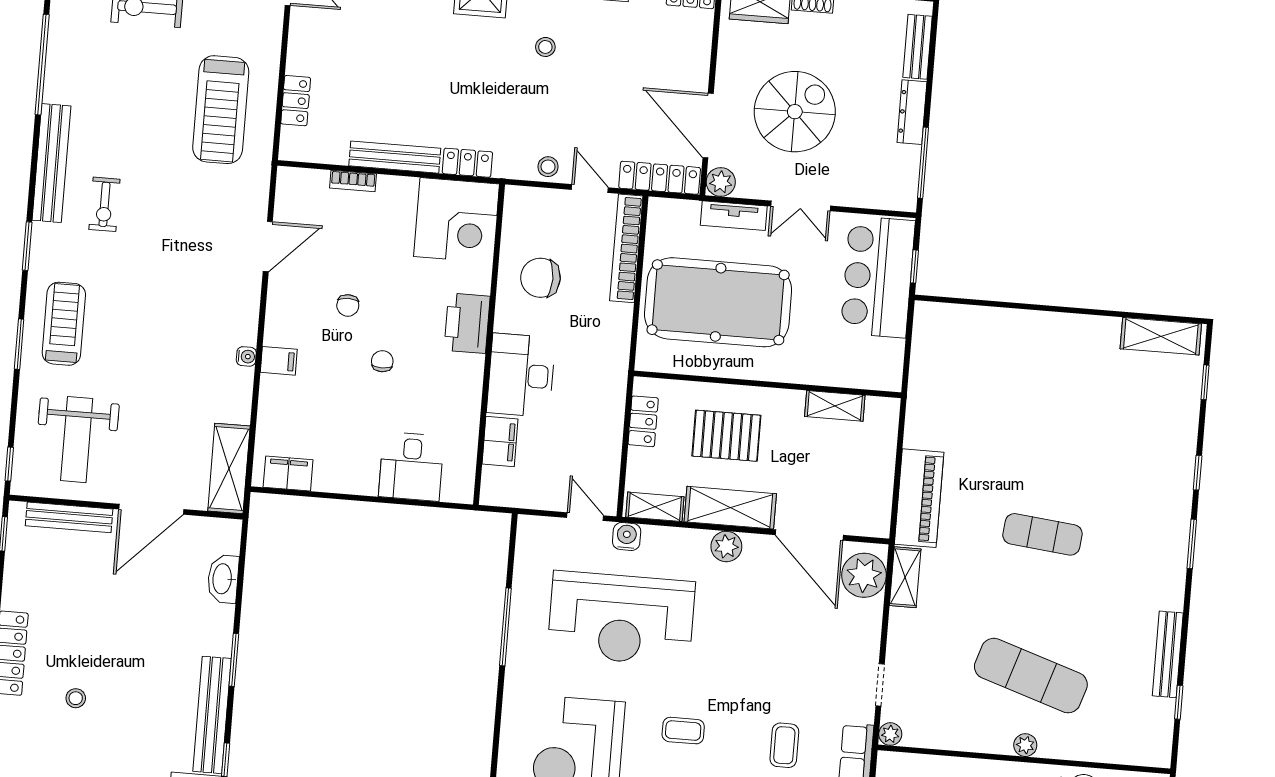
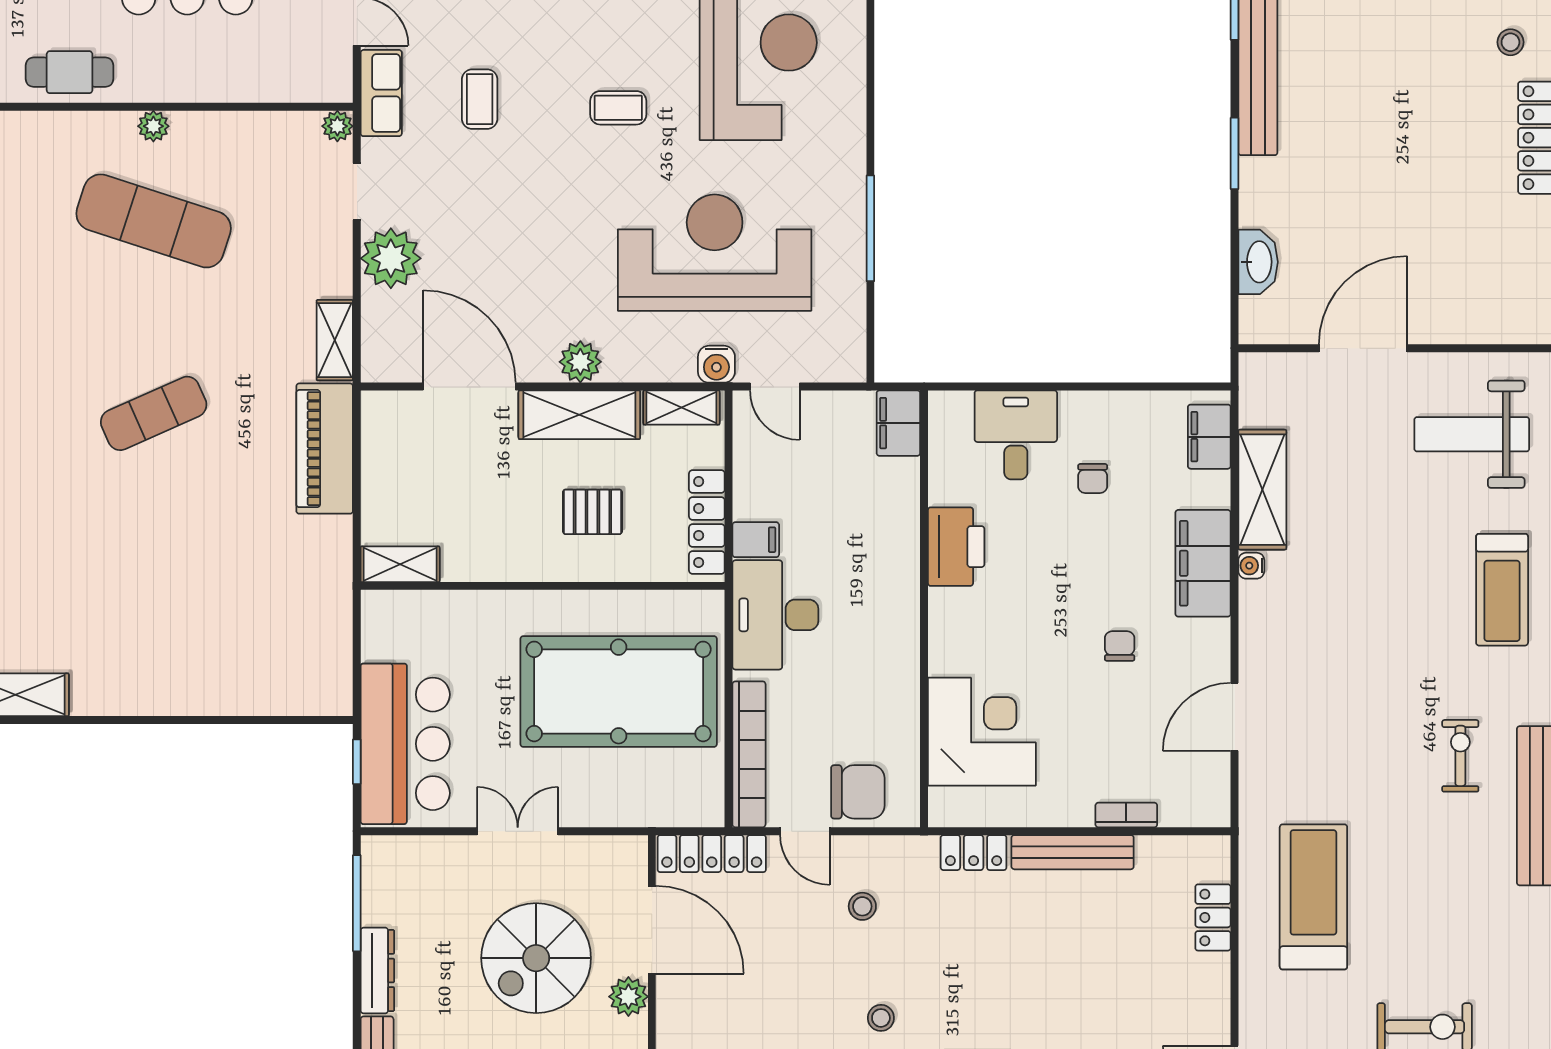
stool: (548, 167) -> (862, 906), moved
plant: (721, 182) -> (628, 997), moved
tv unit: (734, 216) -> (607, 810), removed
corner desk: (457, 220) -> (982, 732), moved, turned 90
chair: (540, 278) -> (858, 792), moved
printer: (467, 323) -> (956, 547), moved
filing cabinet: (279, 361) -> (1203, 563), width x3.00, depth x1.17
chair: (382, 361) -> (1093, 479), moved
desk: (521, 375) -> (775, 615), moved, turned 180
filing cabinet: (608, 405) -> (756, 540), added
shelving: (835, 406) -> (400, 564), moved
locker: (643, 421) -> (707, 522), width x1.53
pallet: (726, 436) -> (592, 512), width x0.67, depth x0.71
weight bench: (77, 440) -> (1472, 434), turned -90
filing cabinet: (500, 441) -> (898, 423), moved
shelving: (229, 468) -> (1262, 490), moved
filing cabinet: (288, 474) -> (1209, 437), moved, turned 90
bench: (69, 517) -> (1473, 328), removed
exercise mat: (1042, 534) -> (154, 413), turned -30
plant: (864, 575) -> (391, 258), moved
stool: (76, 698) -> (1510, 42), moved

